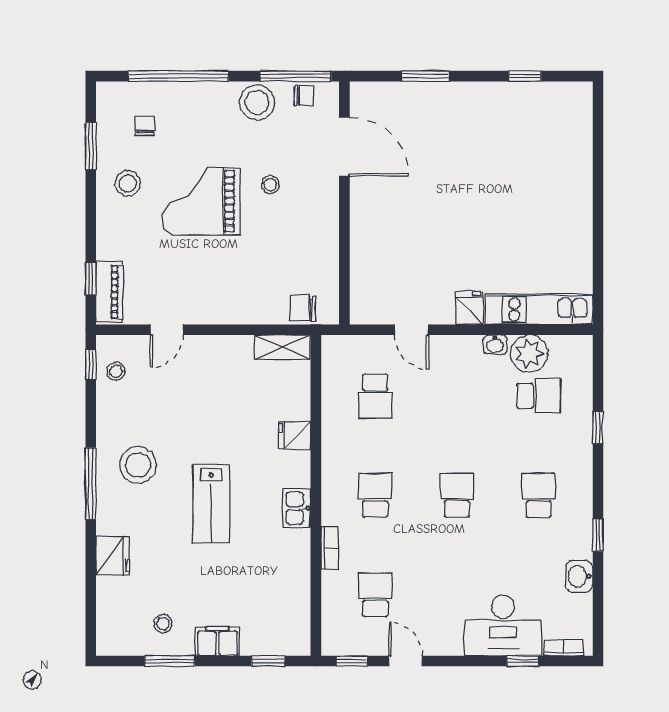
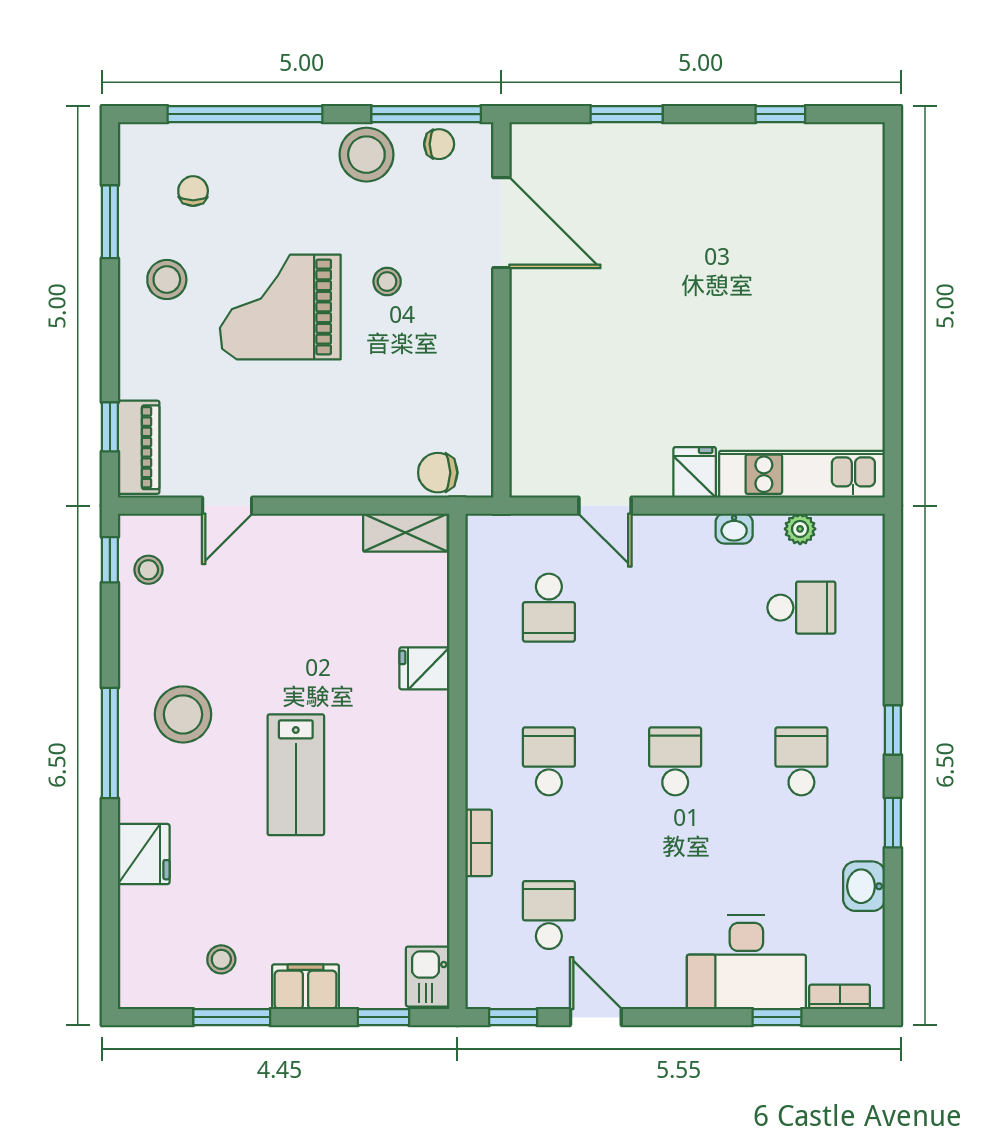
plant: (529, 354) -> (800, 529), width x0.53, depth x0.53
window: (598, 427) -> (893, 730), moved
kitchen sink: (297, 508) -> (428, 977), moved

